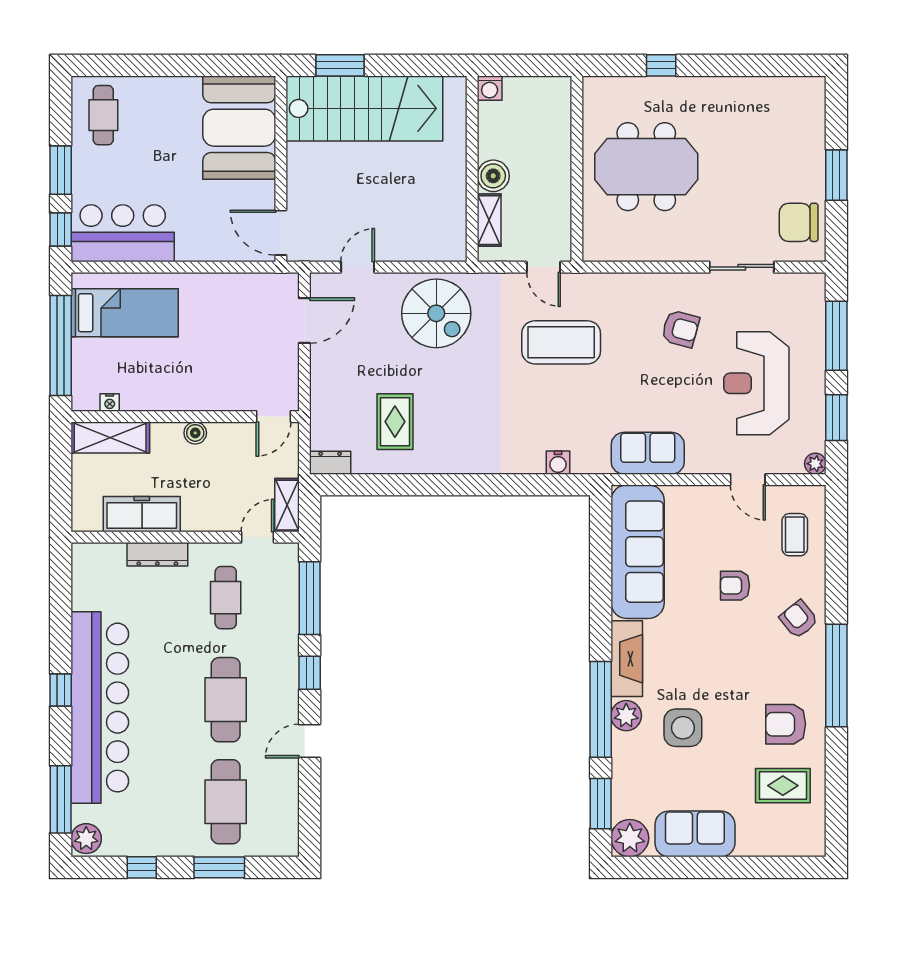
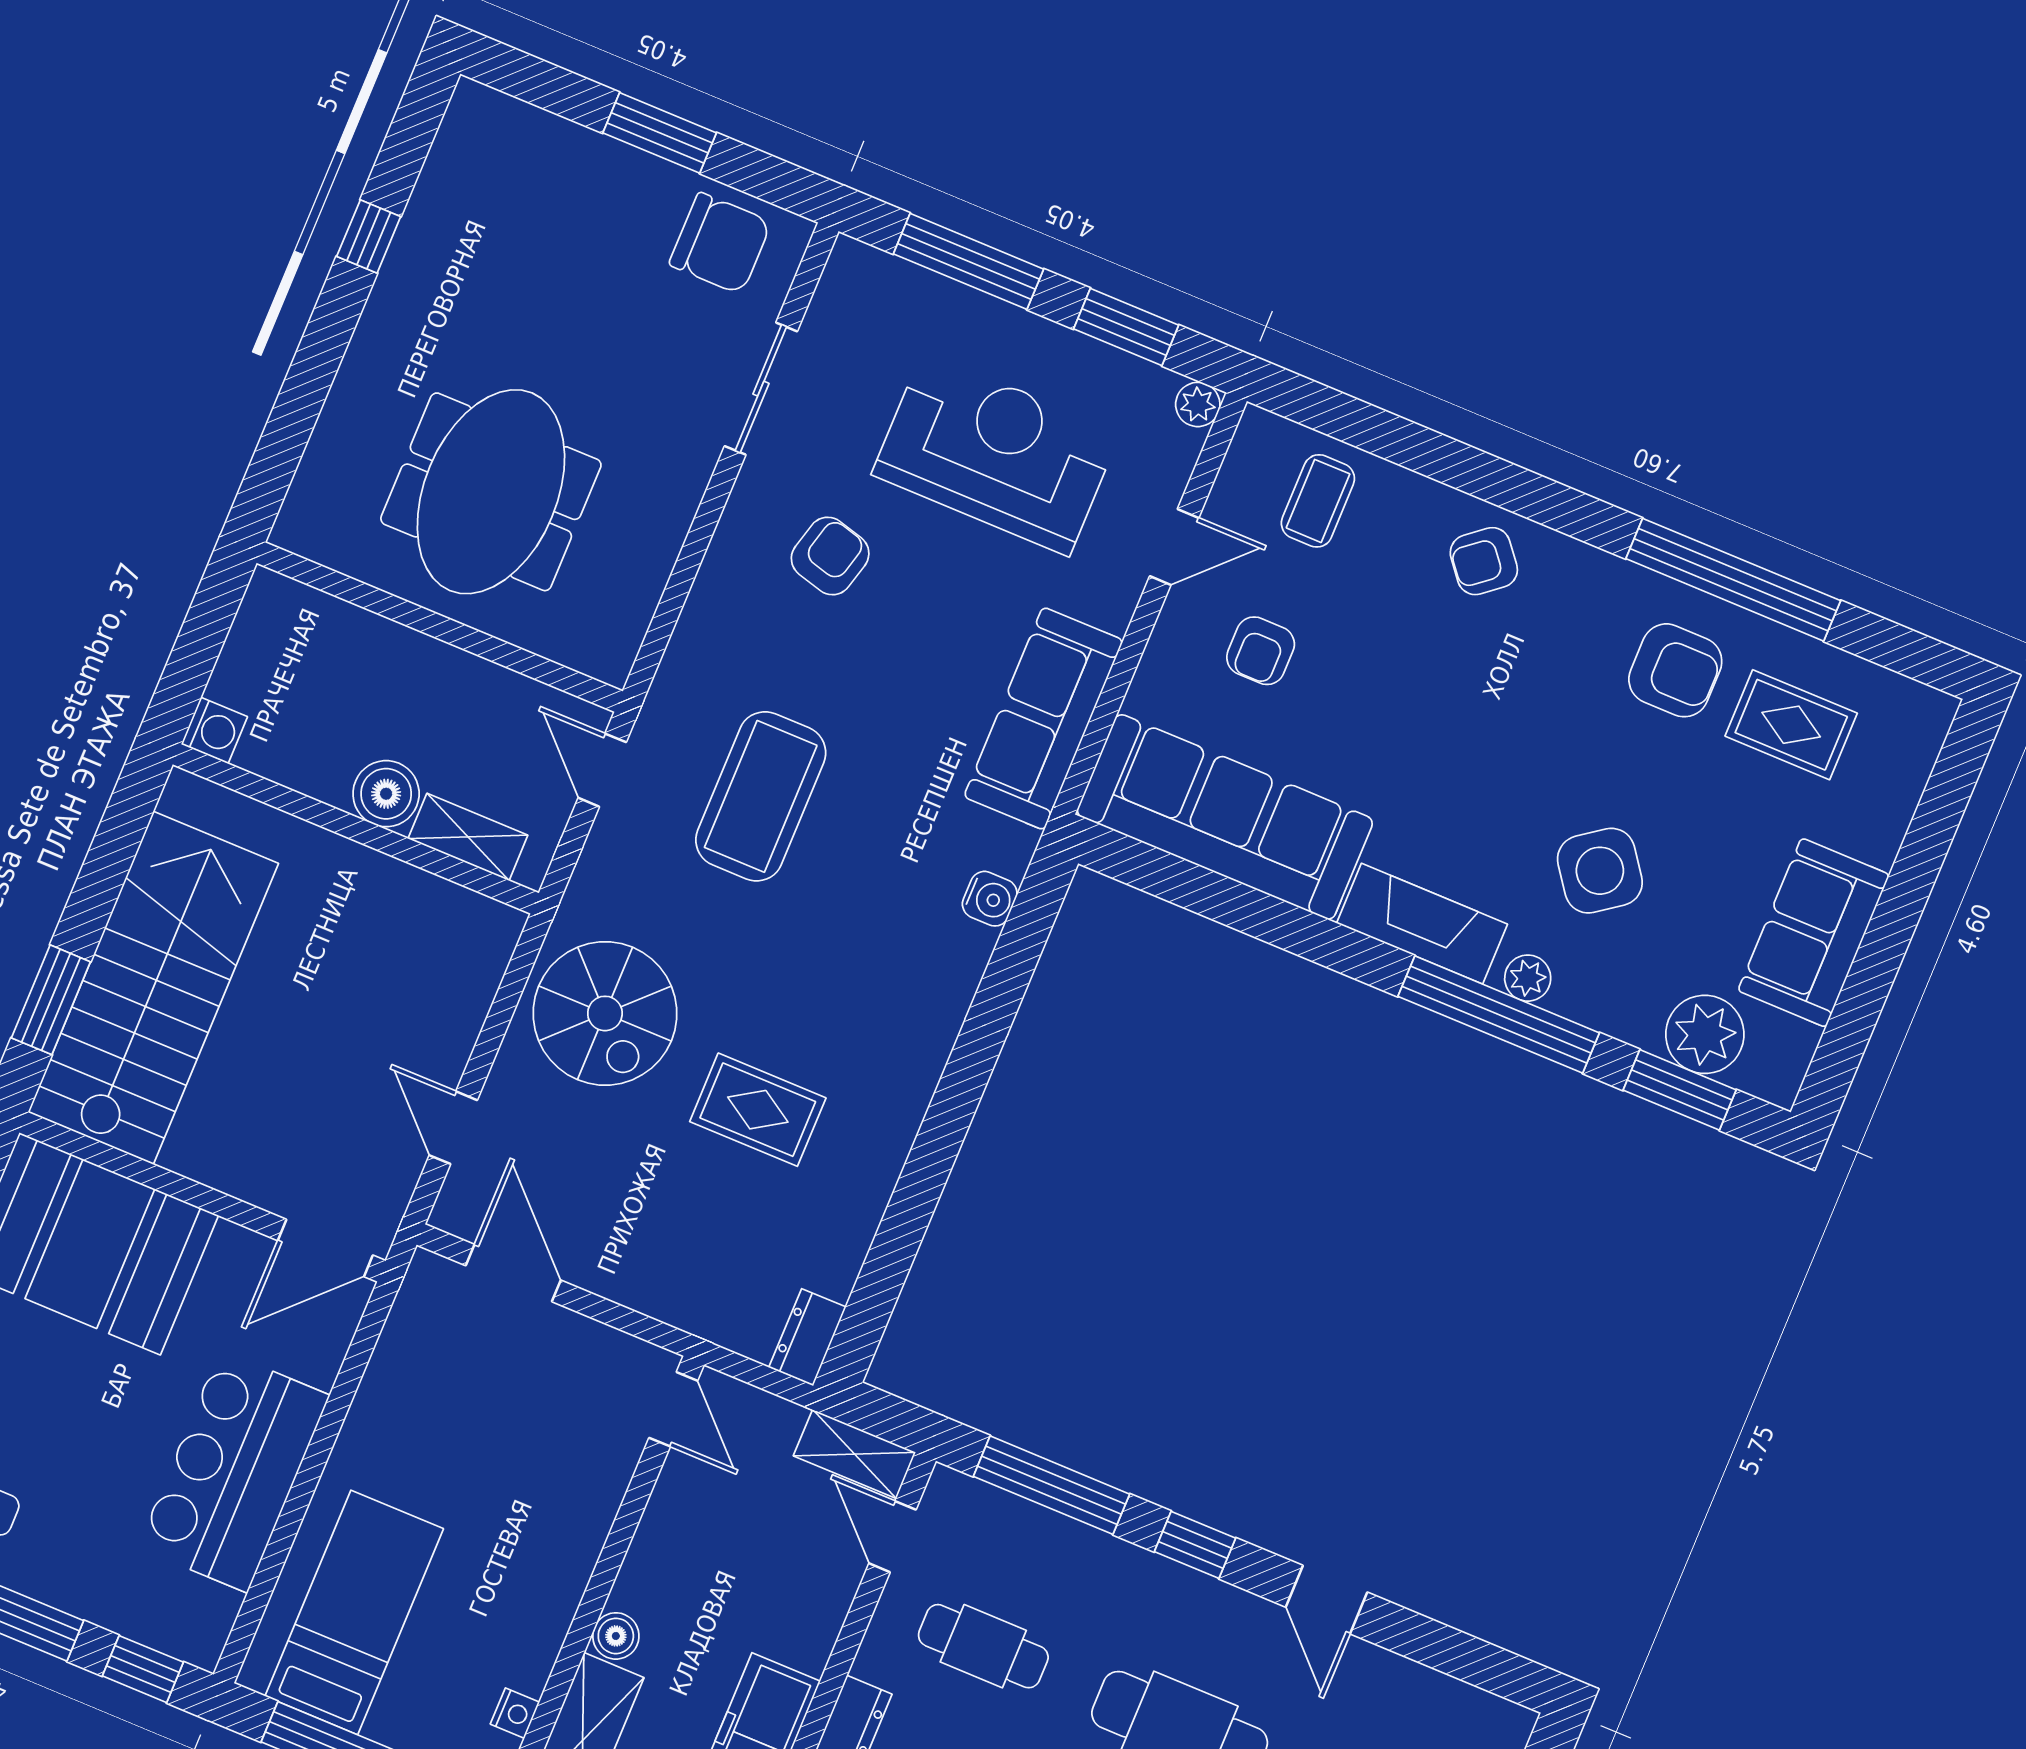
window: (661, 65) -> (369, 236), moved
chair: (799, 222) -> (720, 243), turned -90
bar counter: (123, 233) -> (234, 1471), moved
door: (544, 267) -> (602, 770), swing flipped
spiral stairs: (436, 313) -> (605, 1013), turned 90
reception desk: (756, 383) -> (996, 454), turned 180
rug: (395, 422) -> (758, 1110), moved
boiler: (195, 433) -> (616, 1636), moved
sofa: (648, 453) -> (1044, 719), width x1.36
coffee table: (795, 535) -> (1318, 501), turned 90
armchair: (735, 586) -> (1261, 651), moved
window: (836, 675) -> (1733, 580), moved
plant: (626, 716) -> (1528, 978), width x0.73, depth x0.73
armchair: (786, 724) -> (1675, 670), turned -90
side table: (683, 728) -> (1600, 871), turned -36
rug: (783, 786) -> (1791, 725), turned 90
plant: (630, 838) -> (1705, 1034), moved

